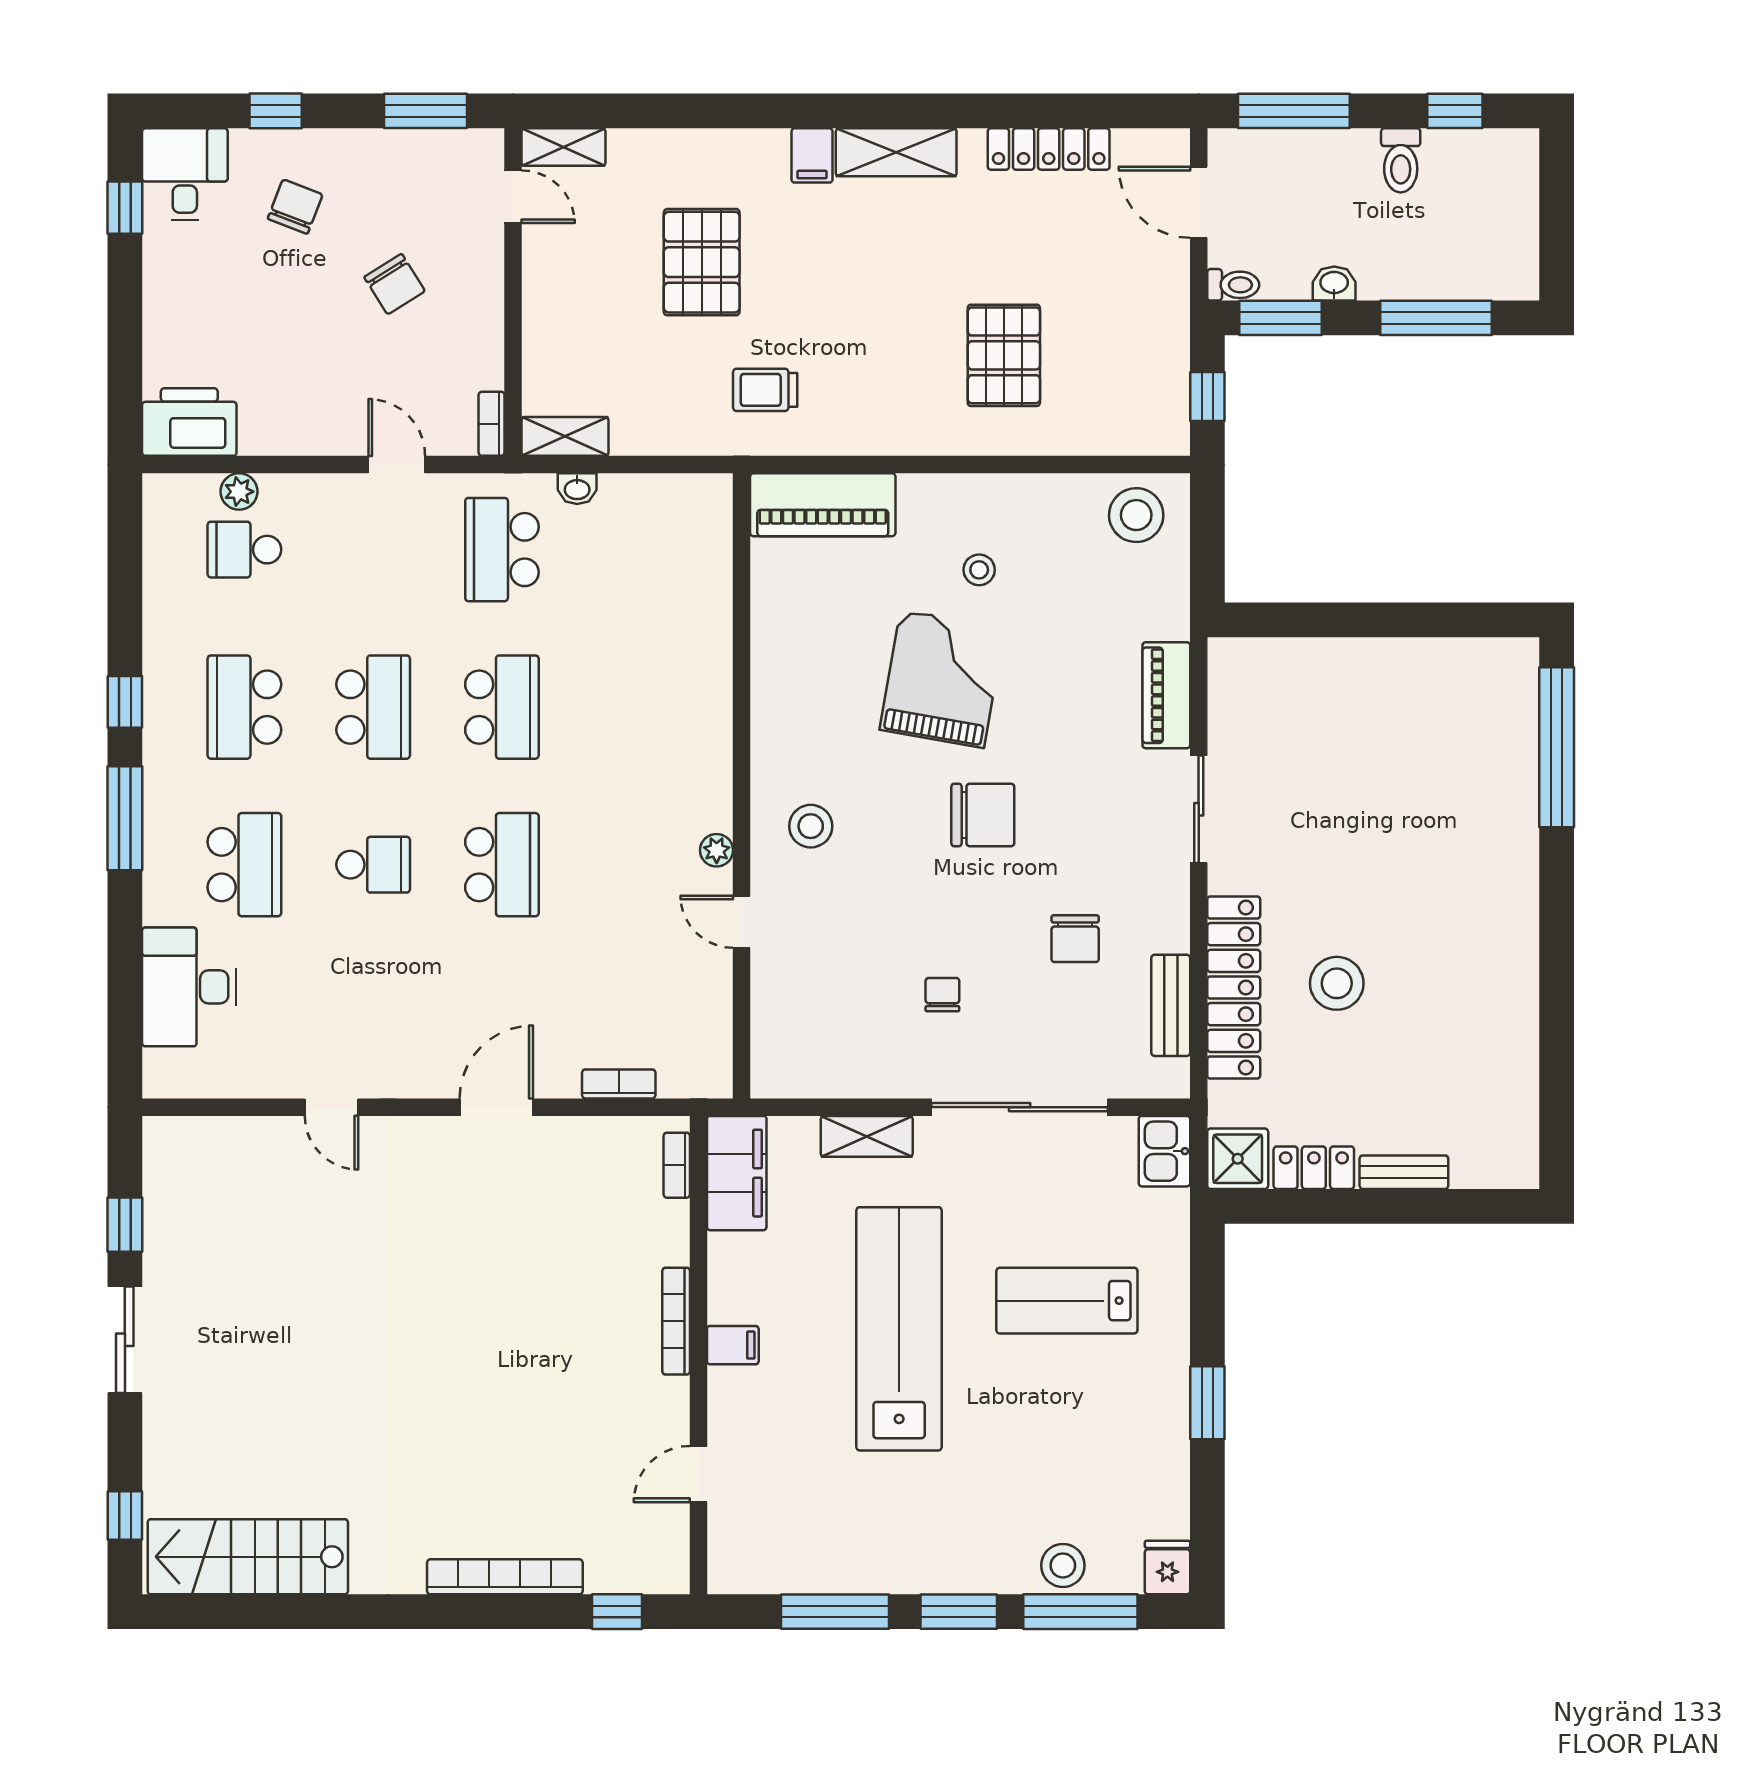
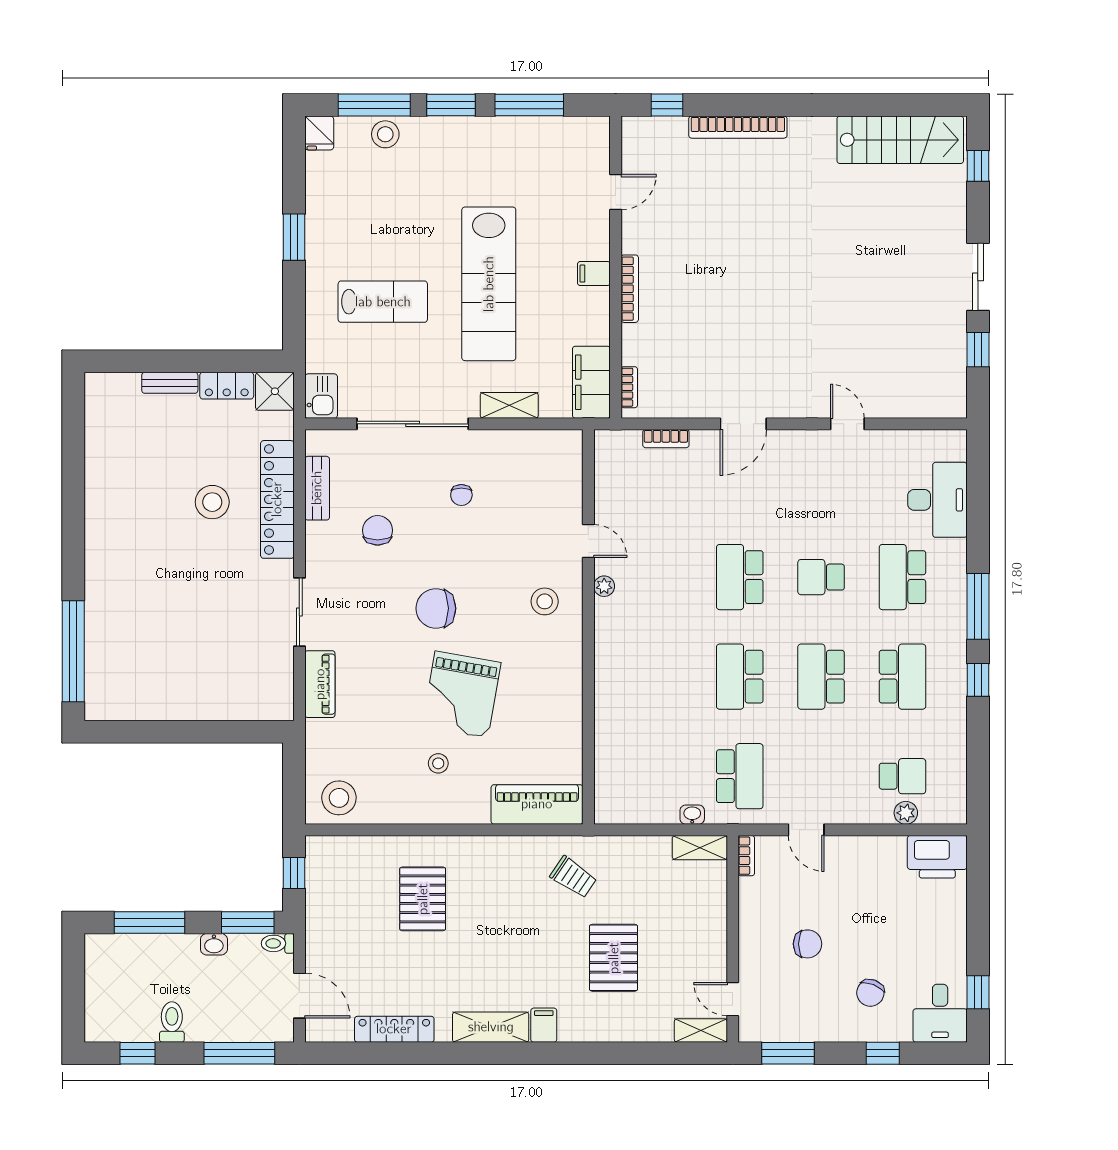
chair: (395, 284) -> (808, 944), turned 122
trolley: (765, 390) -> (573, 877), turned 34

